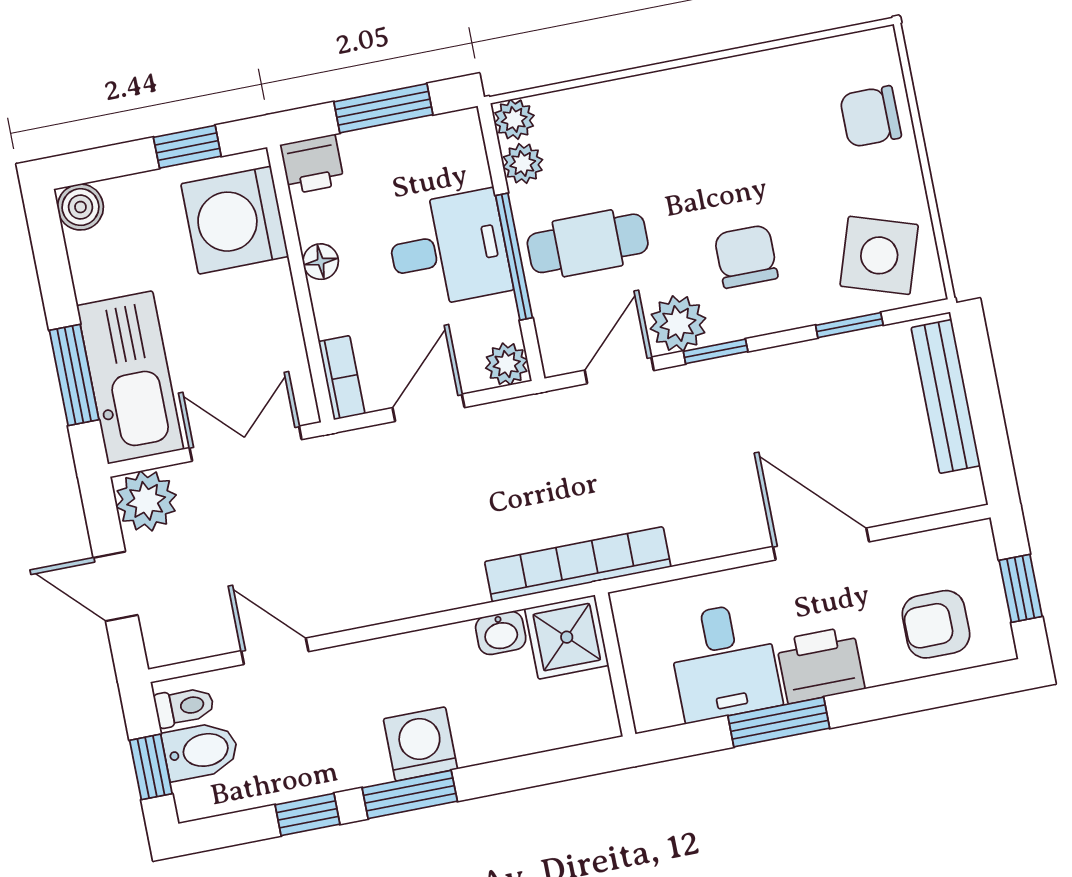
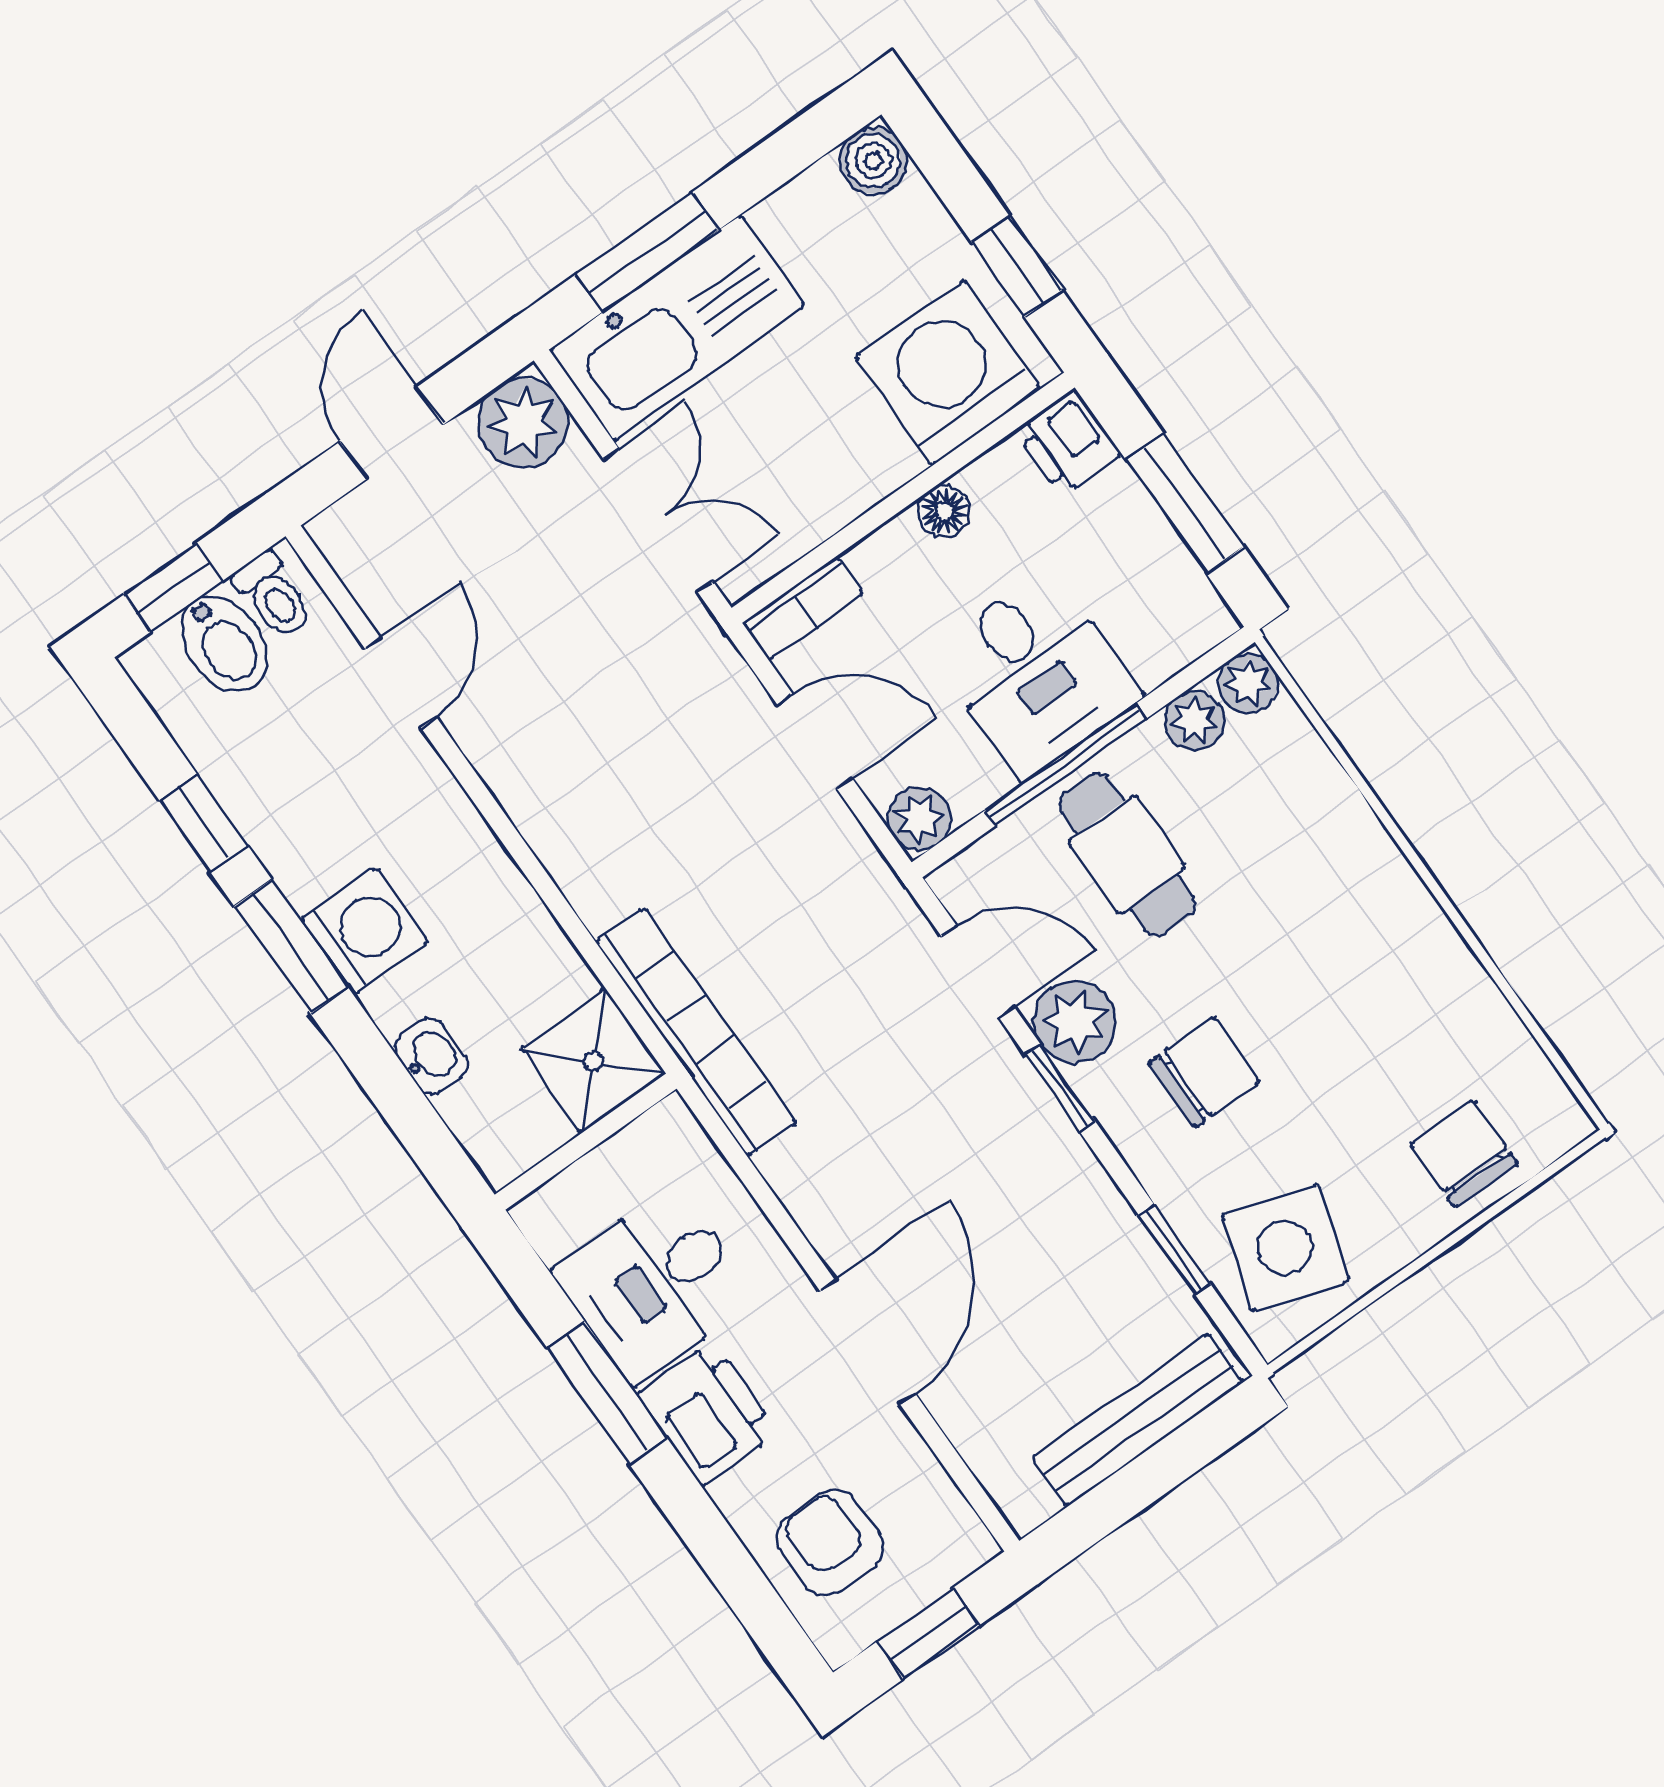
washbasin: (501, 633) -> (431, 1056), moved, turned 180

